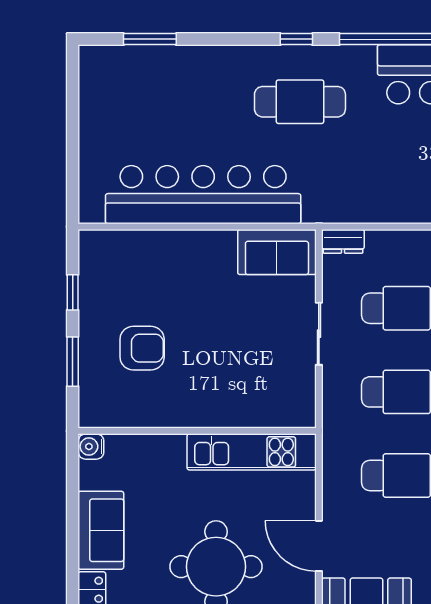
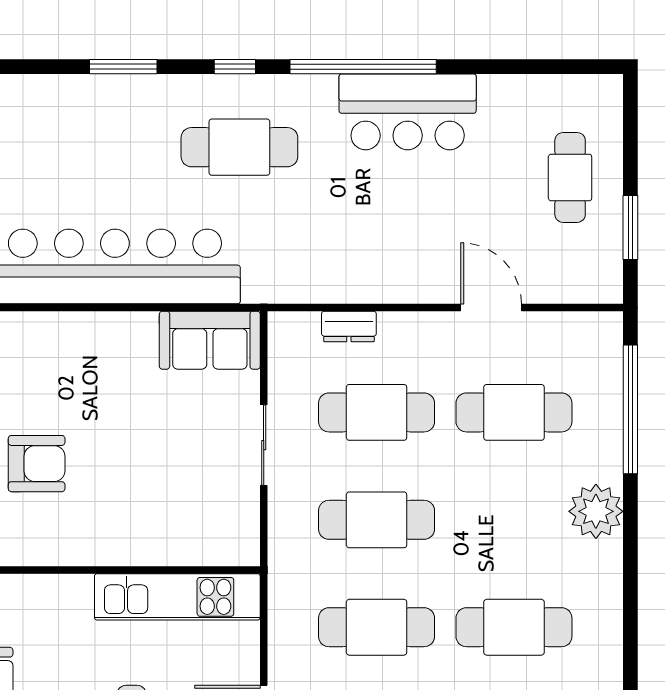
window: (150, 39) -> (123, 67), moved
dresser: (343, 241) -> (349, 326), moved

